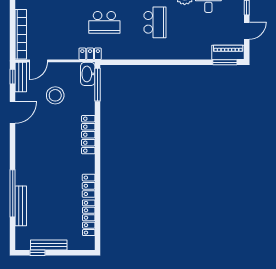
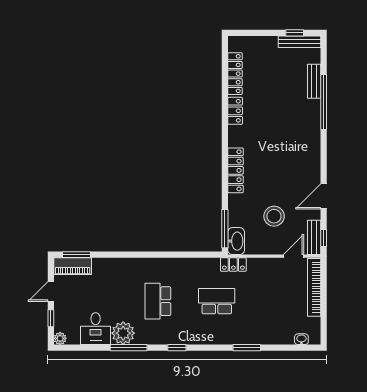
bench: (21, 206) -> (314, 81), width x0.73
bench: (49, 245) -> (300, 42), moved

